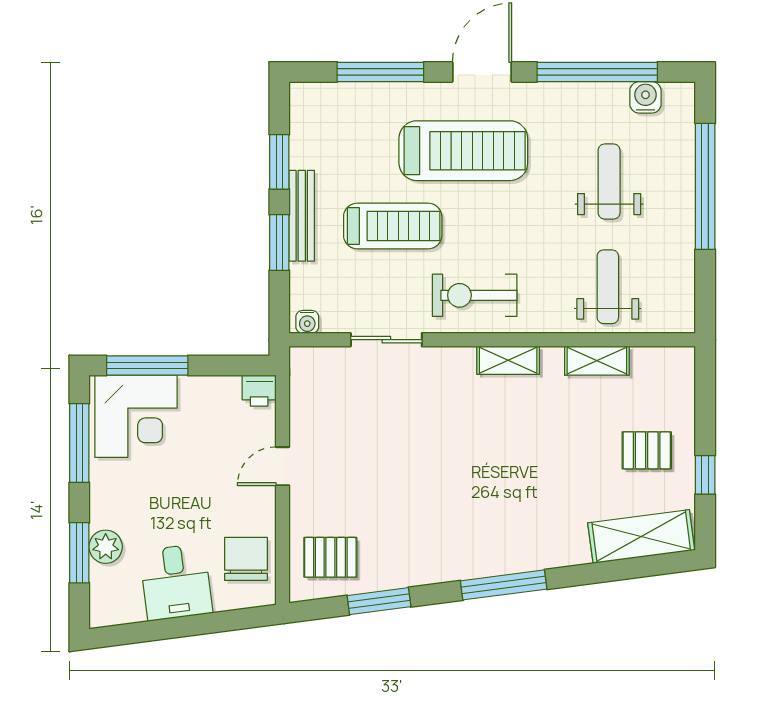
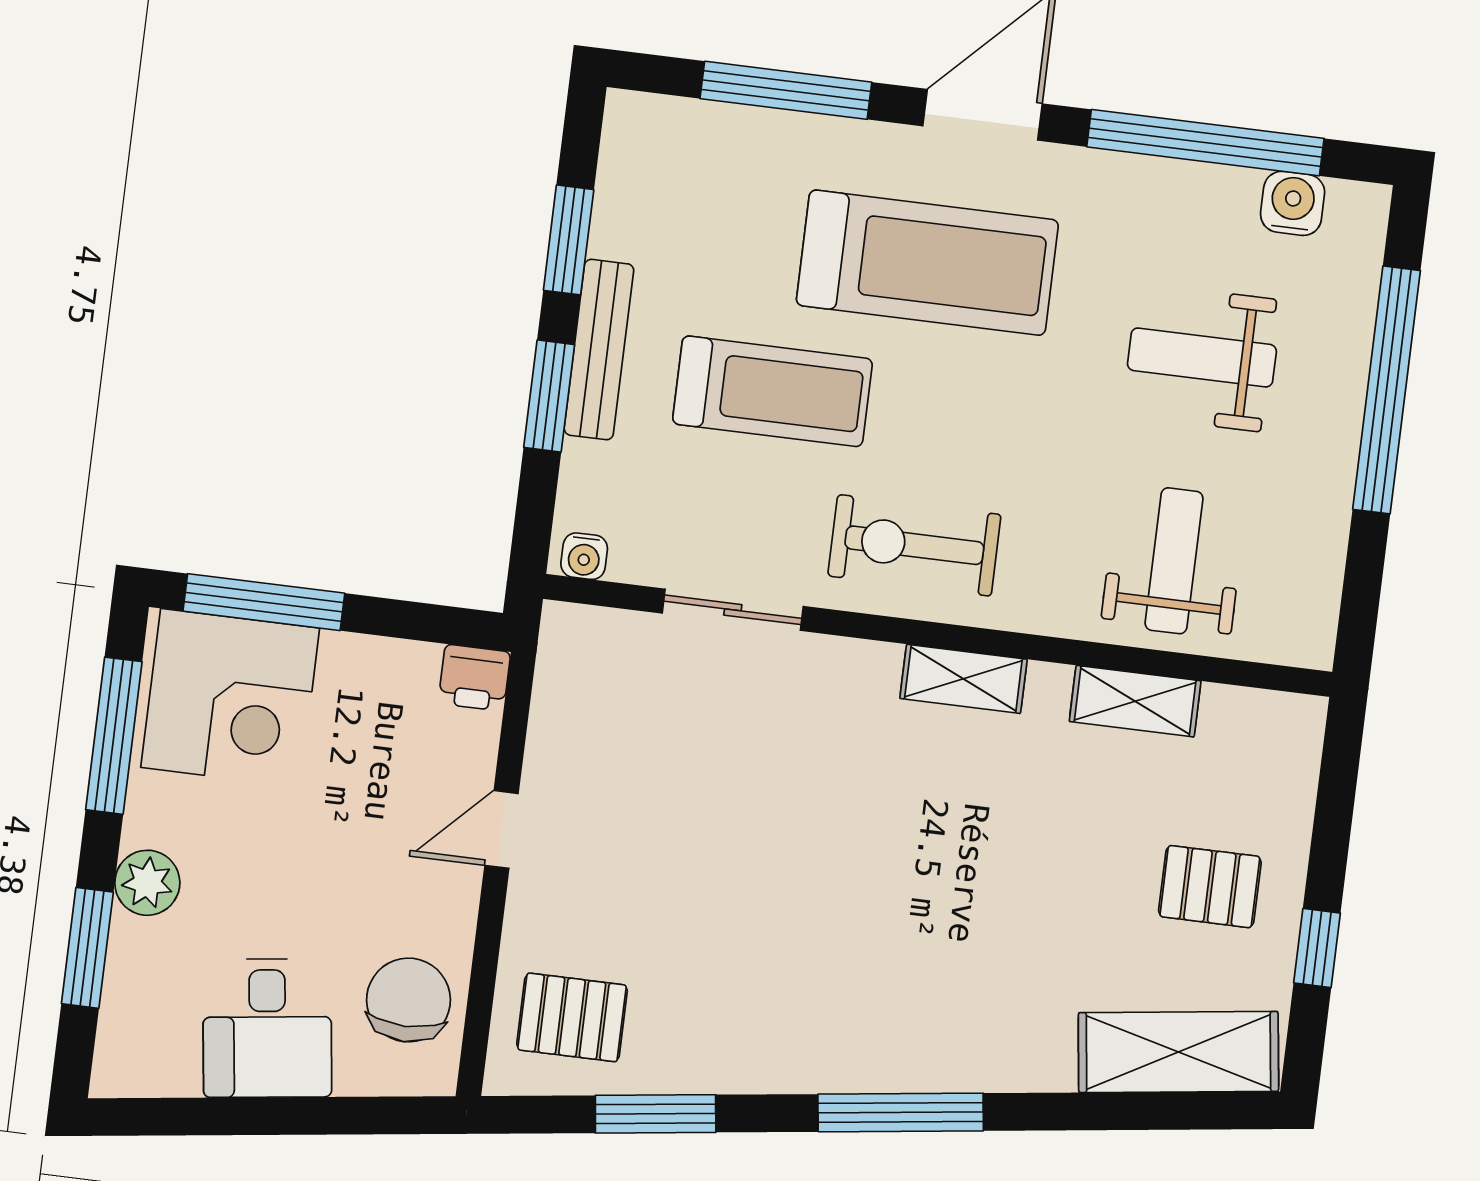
weight bench: (609, 182) -> (1202, 357), turned -90
plant: (106, 547) -> (147, 883), moved

